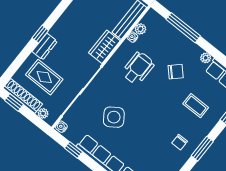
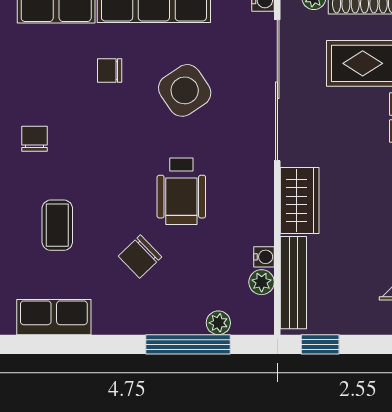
plant: (206, 58) -> (218, 323), moved
wheelchair: (138, 68) -> (181, 191), moved
coffee table: (196, 106) -> (57, 225), turned 90
chair: (134, 145) -> (110, 71), added

